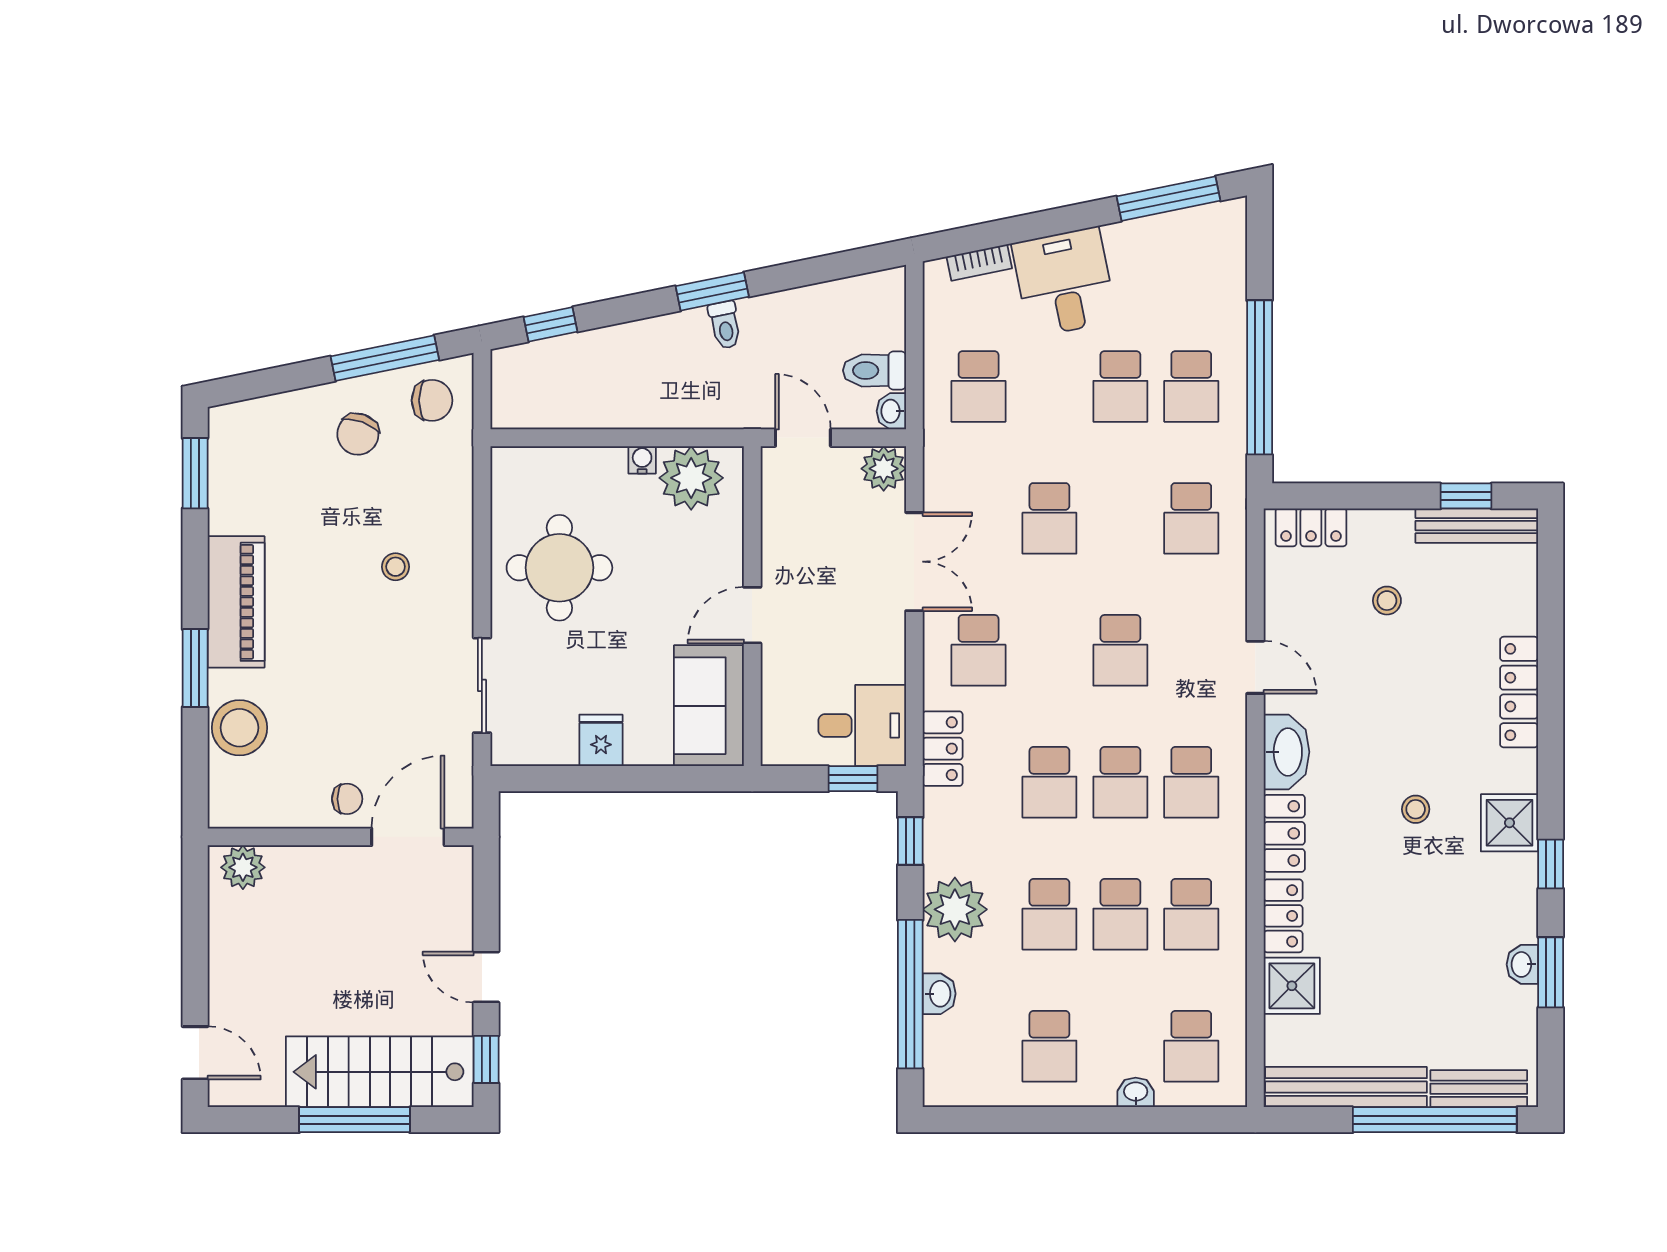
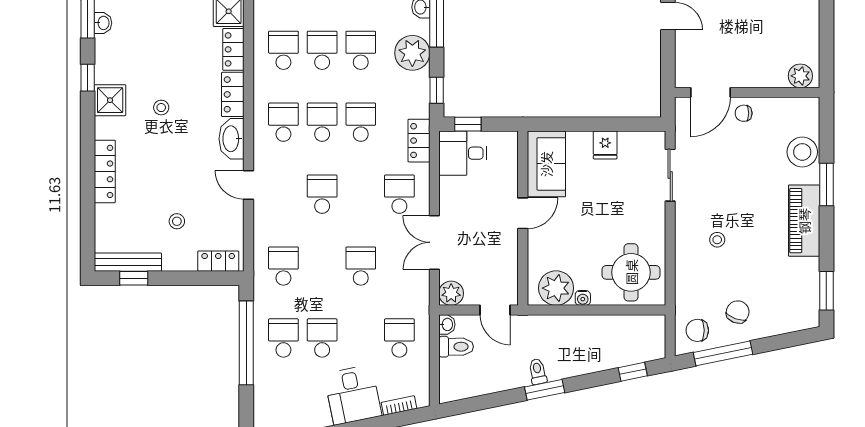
round table: (559, 568) -> (631, 272), moved

